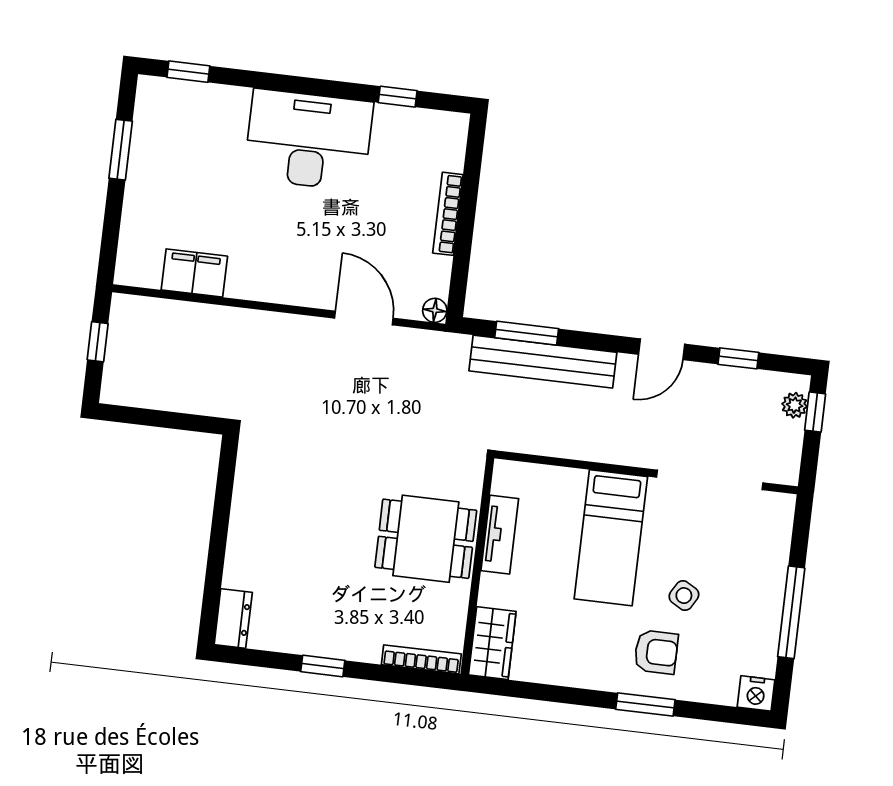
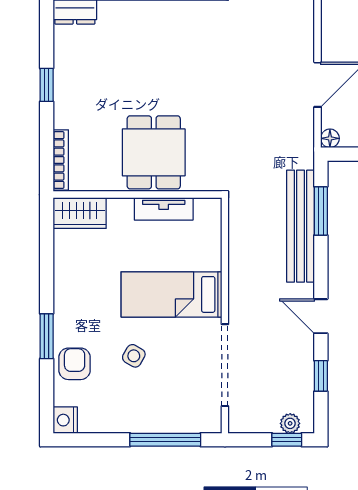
window: (791, 612) -> (165, 440), moved
armchair: (656, 652) -> (75, 364), moved, turned 180

